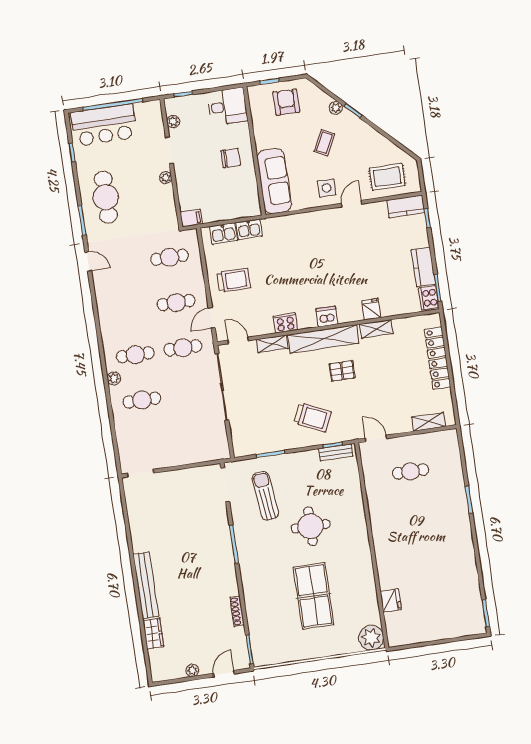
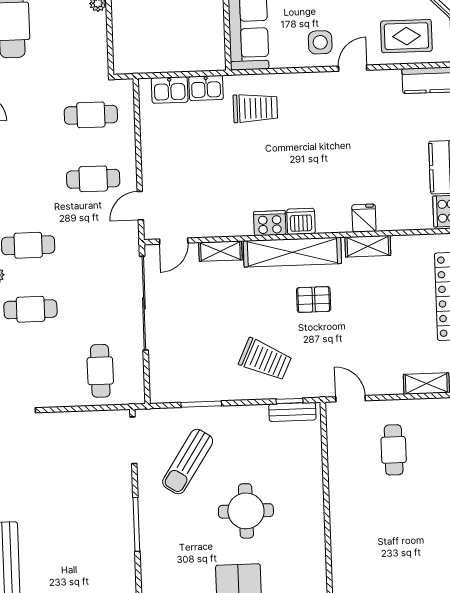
filing cabinet: (191, 218) -> (127, 63), removed
trolley: (234, 280) -> (255, 108), moved
cooker: (285, 323) -> (270, 223), moved
door: (238, 340) -> (174, 241), swing flipped
cafe table: (183, 348) -> (100, 371), moved, turned 90
cafe table: (411, 471) -> (394, 450), turned 90
sun lounger: (265, 496) -> (188, 462), turned -141

